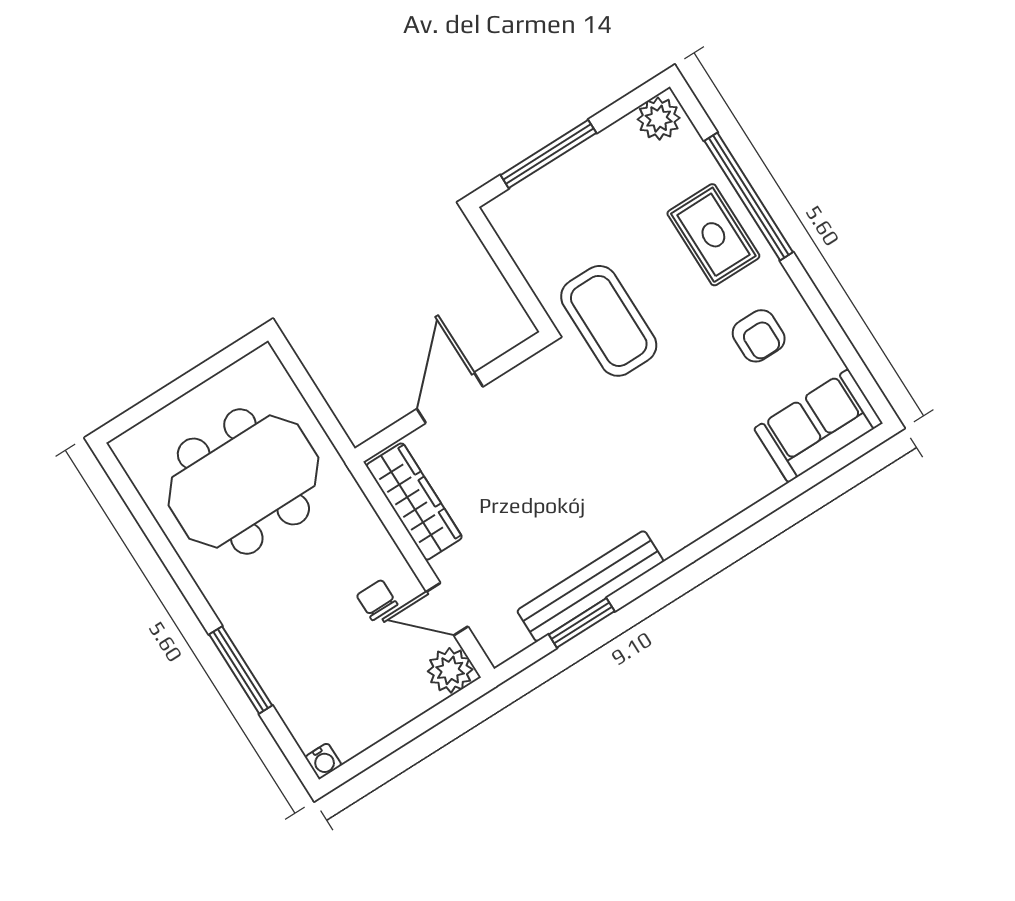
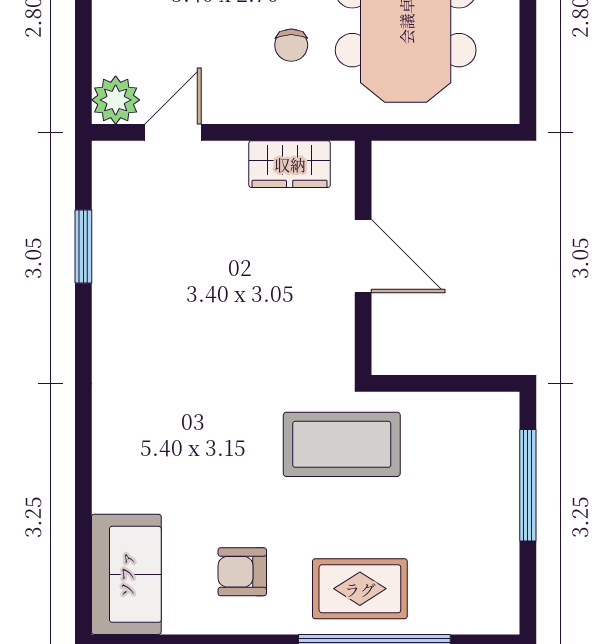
plant: (659, 119) -> (497, 606), removed
wardrobe: (414, 502) -> (290, 164), width x0.67
bench: (590, 586) -> (112, 276), removed
chair: (377, 600) -> (291, 45), moved, turned 90

